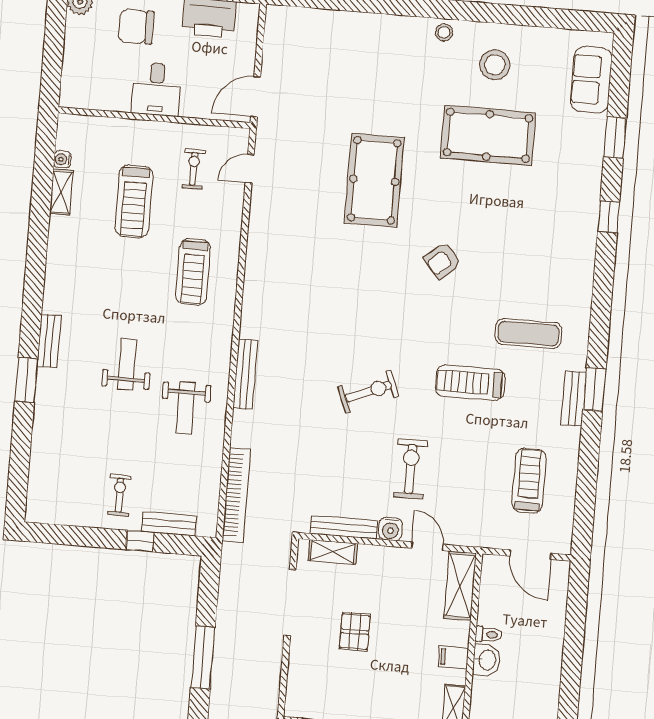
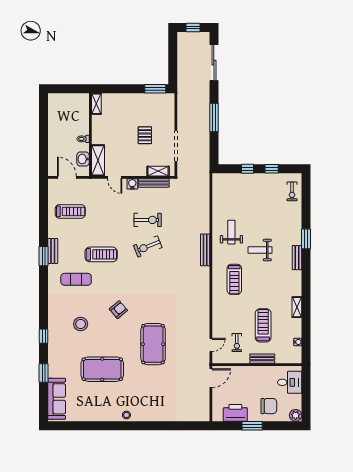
stool: (495, 65) -> (81, 324), moved
sofa: (591, 80) -> (57, 399), width x1.36
desk: (156, 89) -> (290, 382), moved, turned 90
shelving: (61, 192) -> (297, 307), moved
treadmill: (193, 272) -> (234, 279), moved, turned 180
weight bench: (127, 364) -> (260, 250), turned 90
exercise bike: (410, 469) -> (148, 220), moved, turned -90
treadmill: (529, 481) -> (70, 211), turned -90
exercise bike: (119, 495) -> (292, 191), moved
bookcase: (236, 495) -> (205, 194), removed
bench: (169, 524) -> (262, 359), moved
window: (88, 537) -> (272, 169), added
filing cabinet: (453, 657) -> (98, 127), removed
washbasin: (487, 660) -> (83, 159), moved

